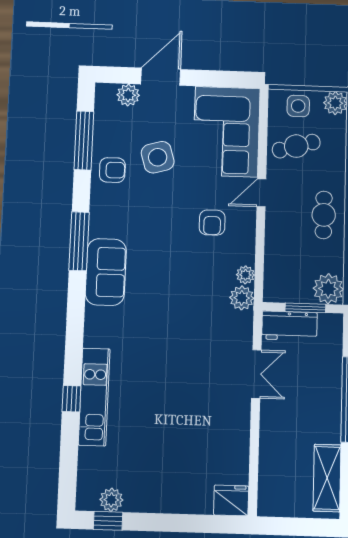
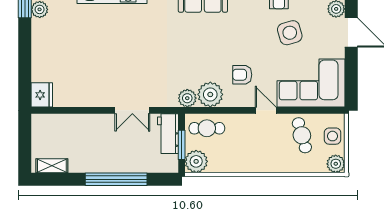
cafe table: (324, 215) -> (207, 128), moved
plant: (245, 275) -> (210, 94), width x1.88, depth x1.88
shelving: (327, 478) -> (52, 166), width x0.67, depth x0.75

